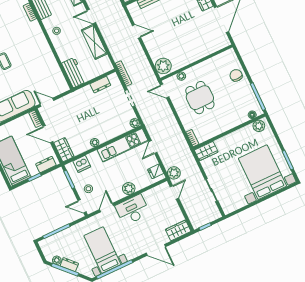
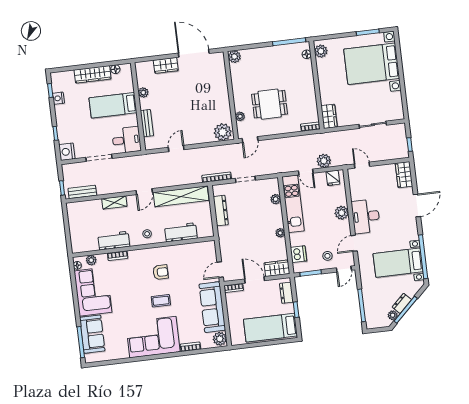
shelving: (94, 42) -> (181, 196), width x1.47
armchair: (28, 53) -> (161, 272), added
plant: (230, 55) -> (234, 57), added
workbench: (74, 73) -> (181, 232), moved
chair: (236, 75) -> (259, 58), removed
dresser: (100, 85) -> (221, 211), width x1.44
plant: (135, 123) -> (276, 199), moved
door: (48, 134) -> (255, 280), swing flipped
plant: (174, 173) -> (324, 161), moved
door: (106, 208) -> (354, 243), hinge flipped

